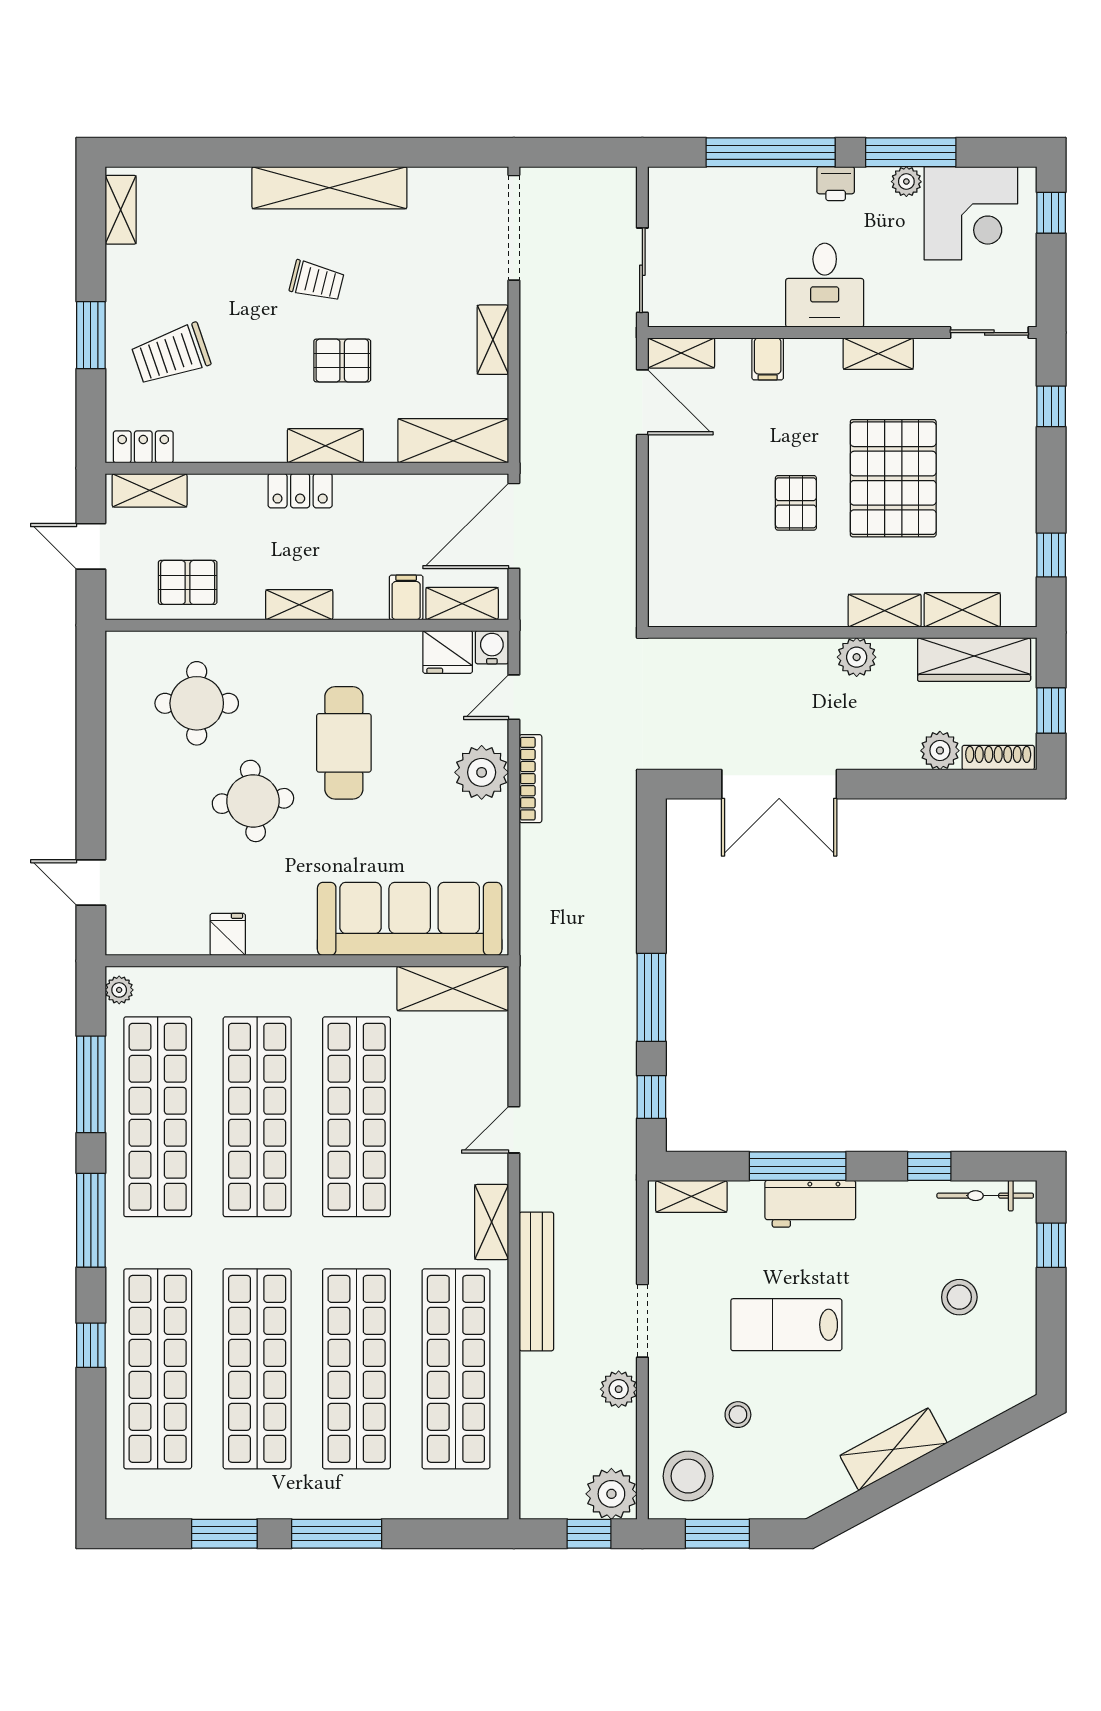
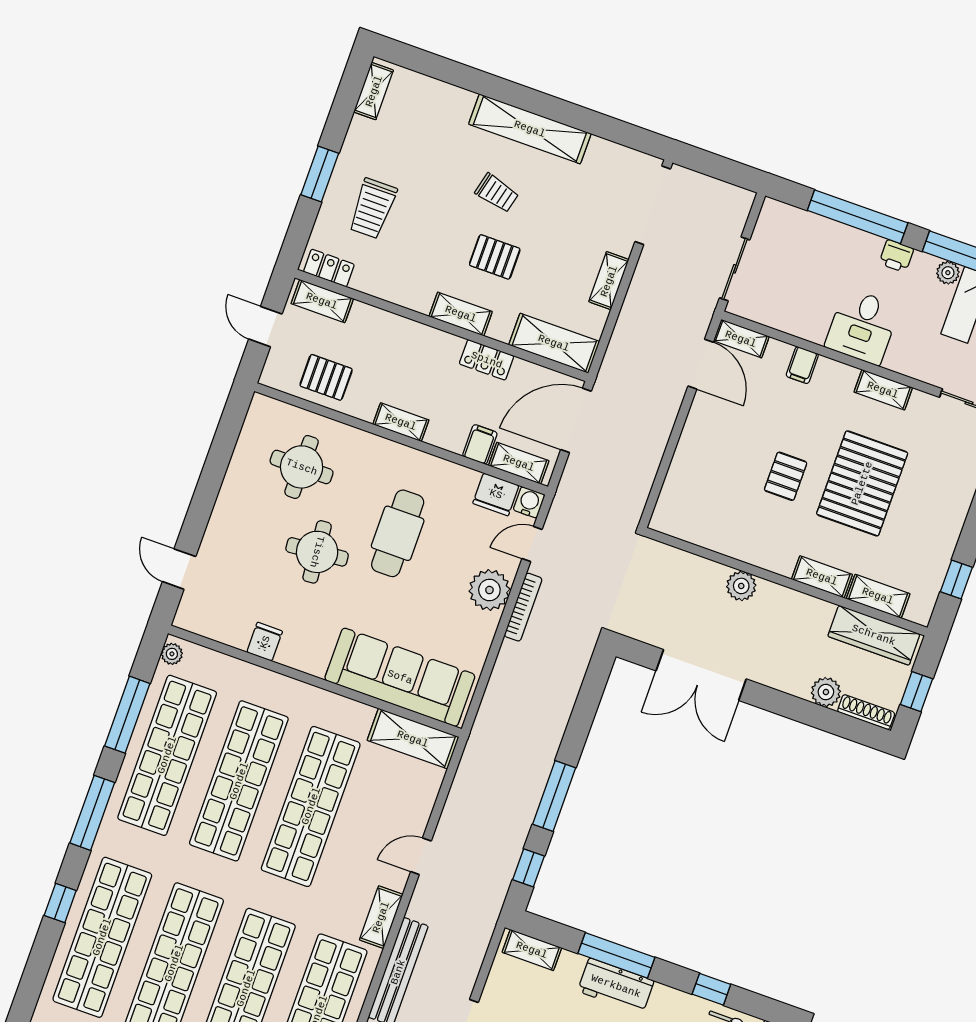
trolley: (171, 354) -> (373, 208), turned -71
locker: (300, 491) -> (487, 360), moved
plant: (857, 657) -> (741, 586), moved

